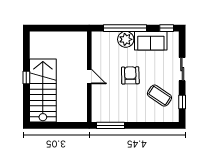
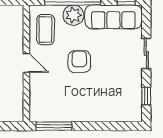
sofa: (151, 41) -> (113, 17), width x1.36
coffee table: (159, 96) -> (45, 30), moved, turned 56

